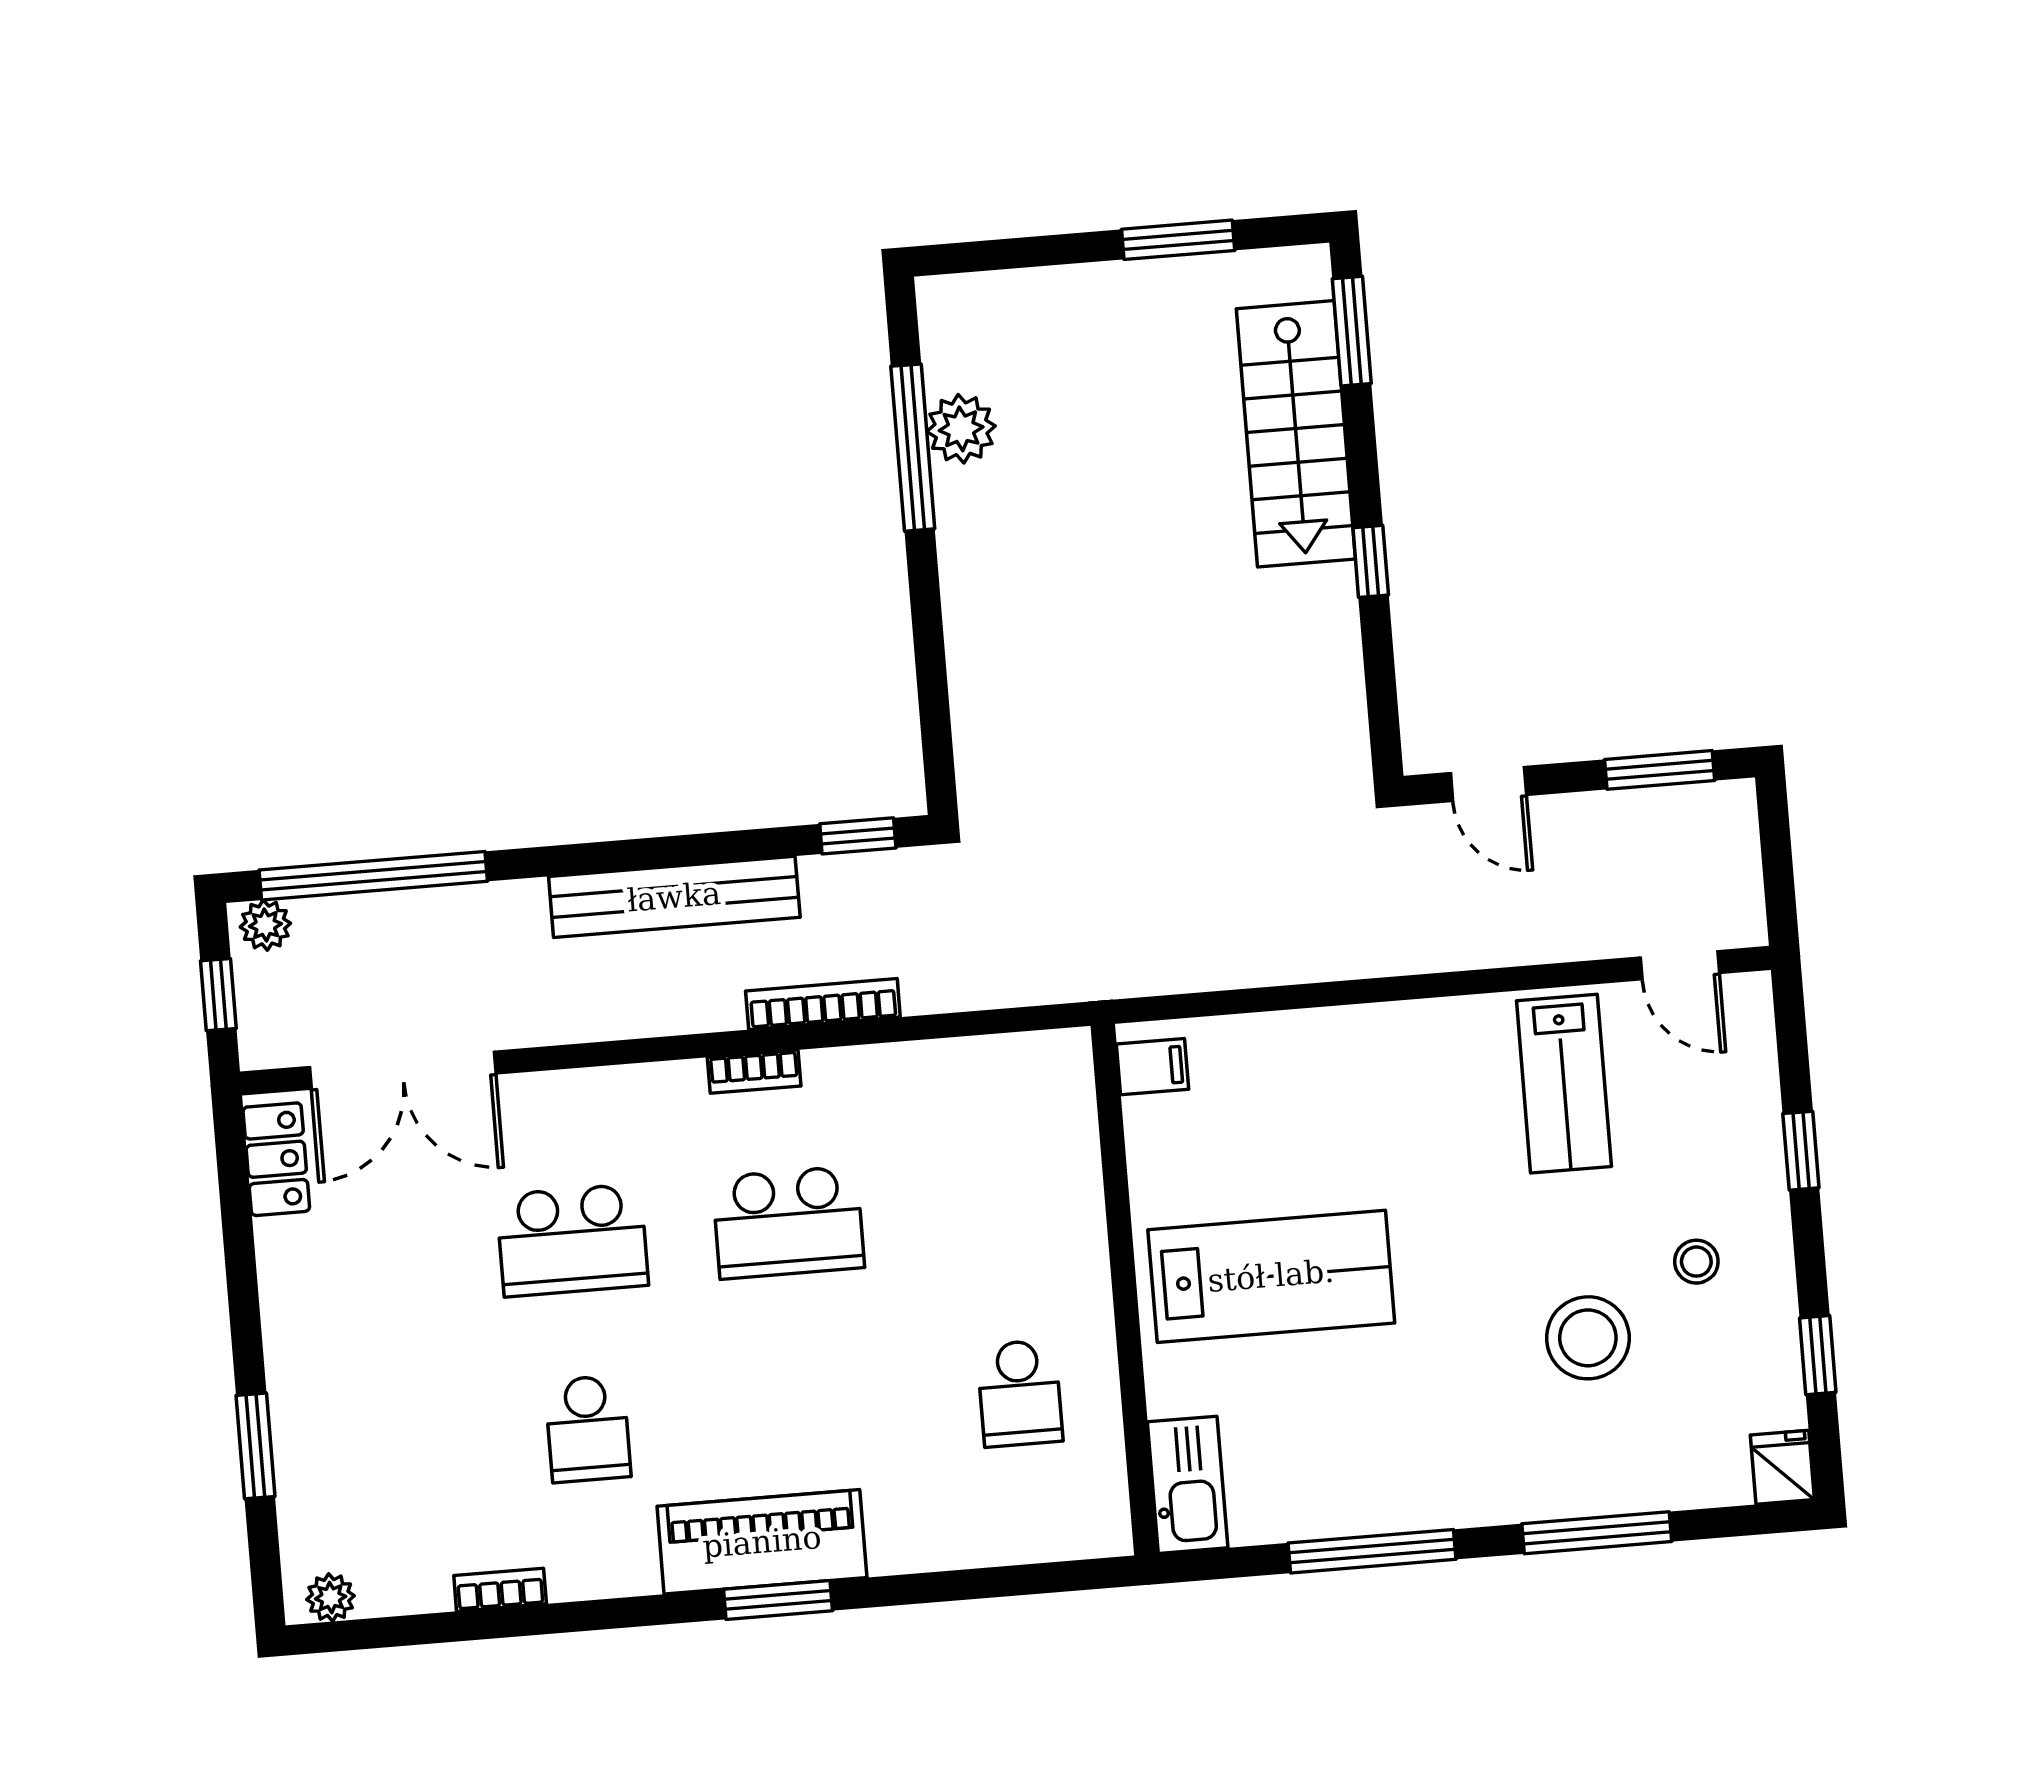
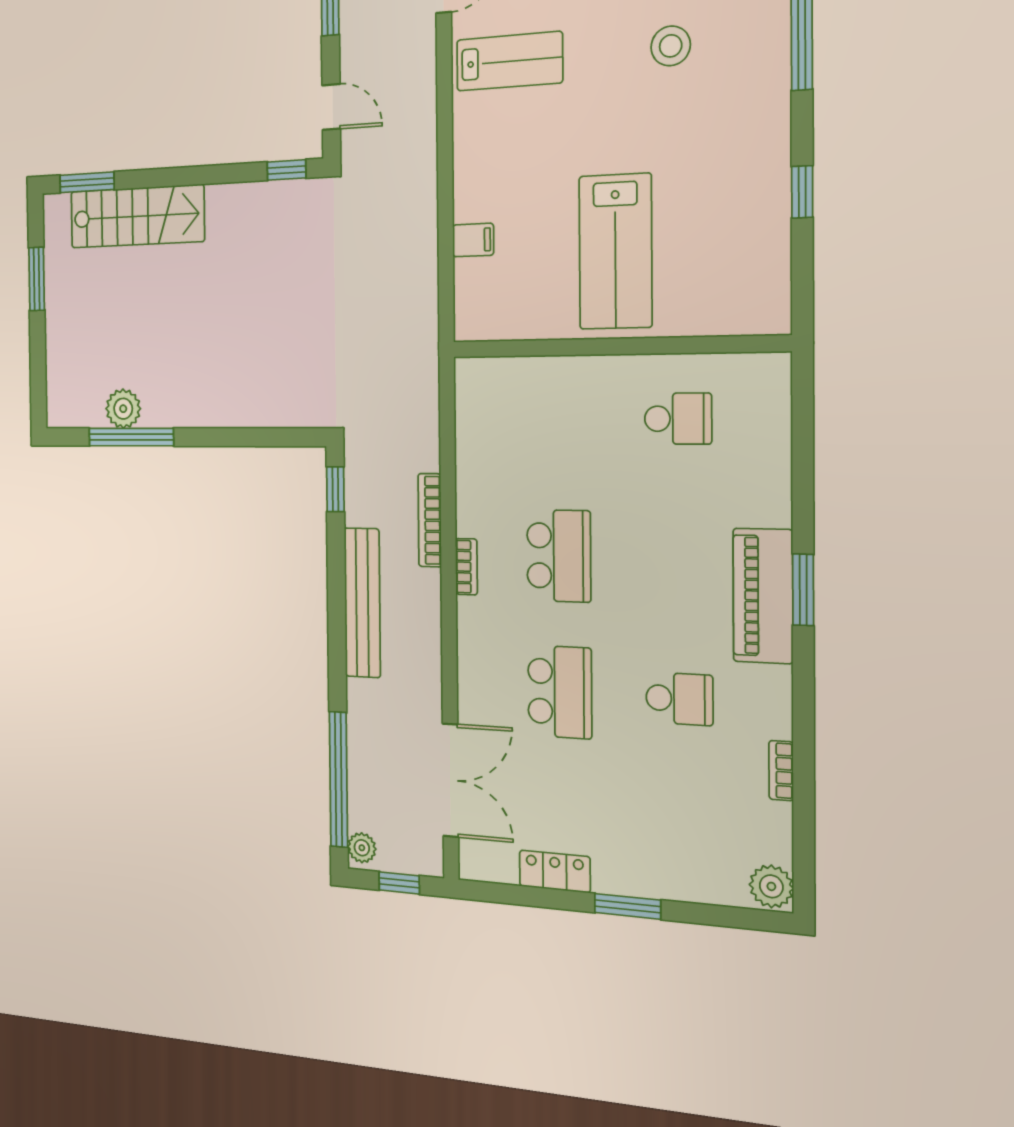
window: (1371, 561) -> (287, 170), moved
door: (1488, 784) -> (331, 107), hinge flipped
filing cabinet: (1152, 1067) -> (473, 240), moved, turned 90
locker: (276, 1159) -> (555, 871), moved
lab bench: (1271, 1276) -> (615, 252), turned 180
stool: (1588, 1338) -> (671, 46), width x0.73, depth x0.73
window: (255, 1446) -> (628, 906), moved
kitchen sink: (1188, 1485) -> (747, 313), removed
window: (1372, 1551) -> (802, 192), width x0.46
plant: (331, 1598) -> (771, 886), width x1.38, depth x1.38

